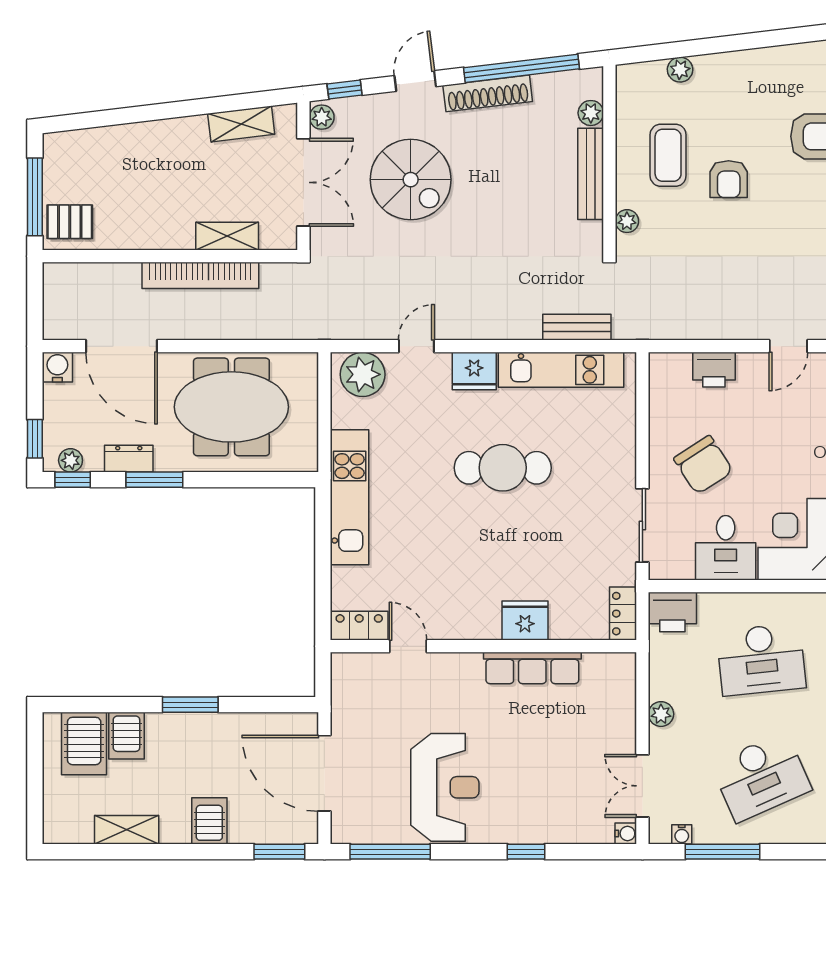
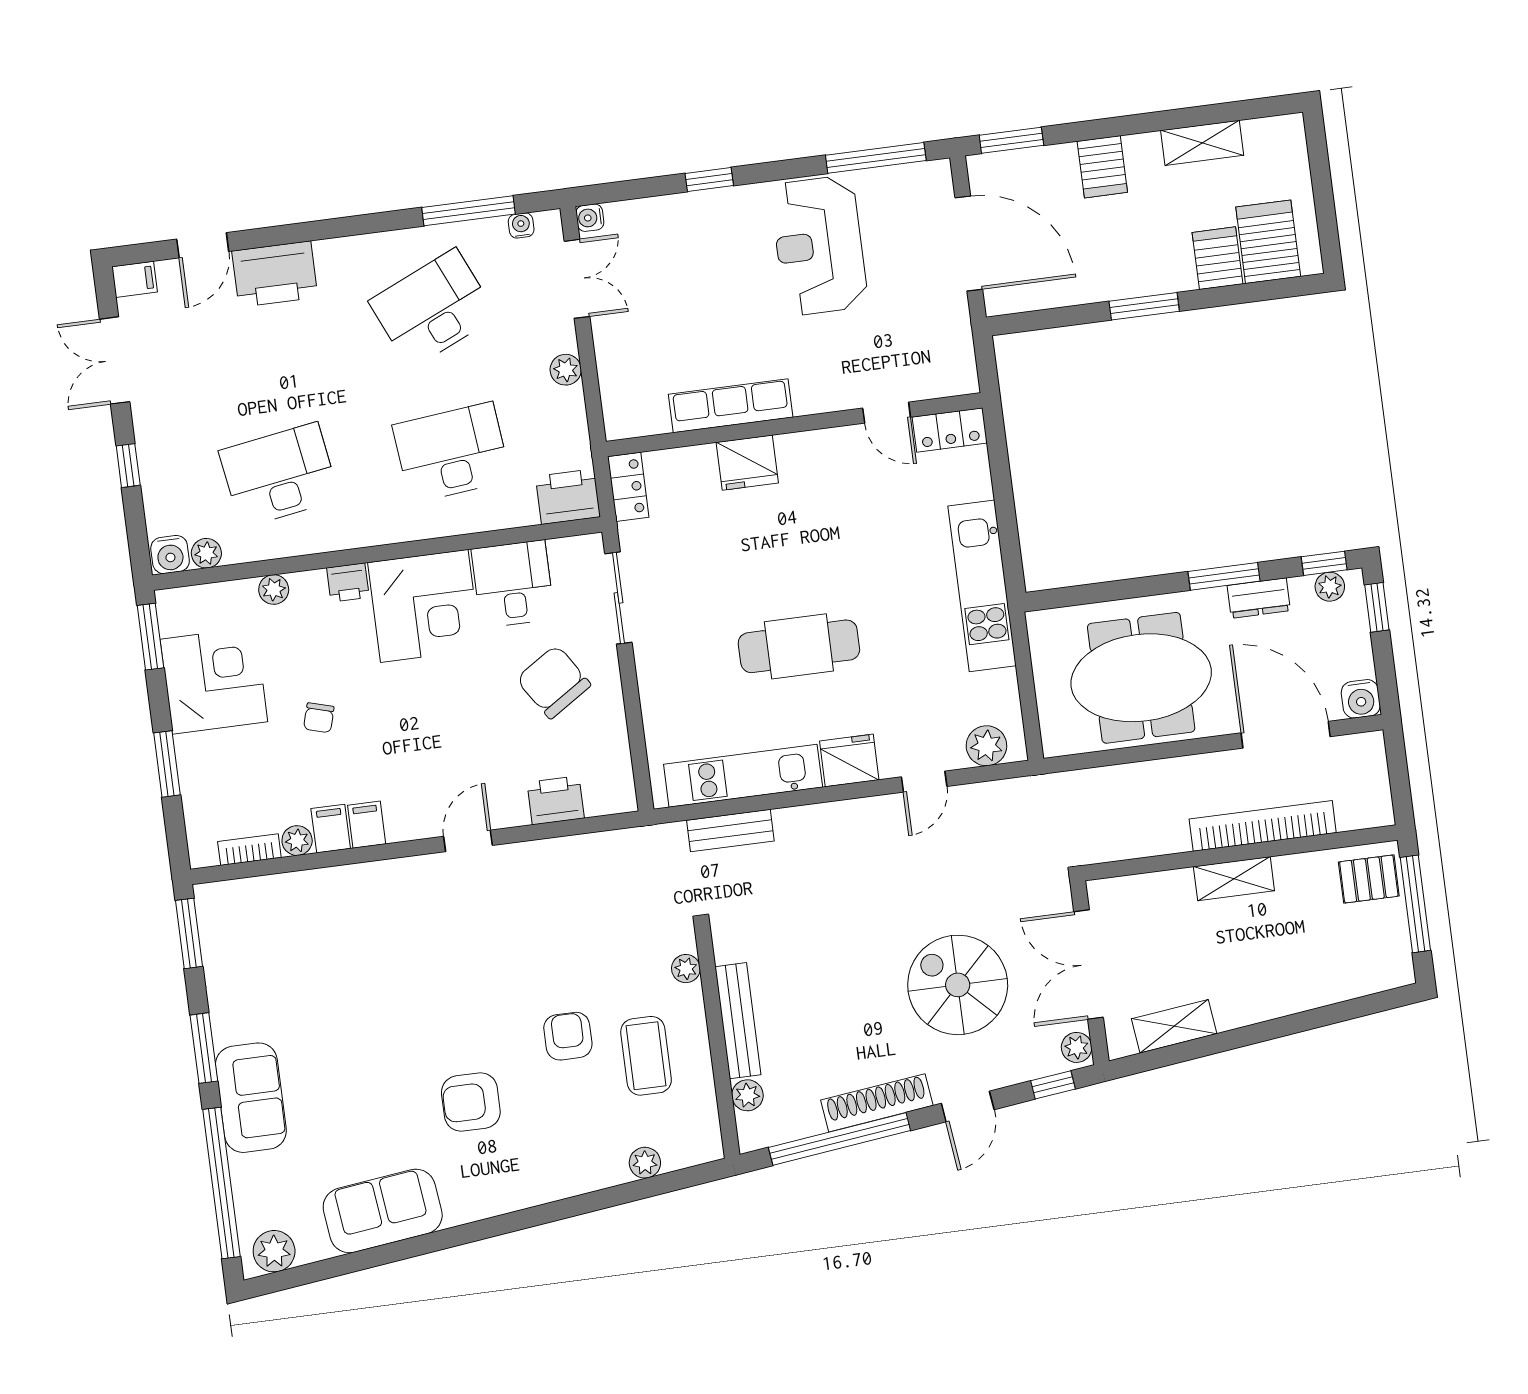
shelving: (227, 236) -> (1234, 879), moved
bookcase: (200, 275) -> (1263, 826), moved
plant: (363, 374) -> (986, 746), width x0.73, depth x0.73

